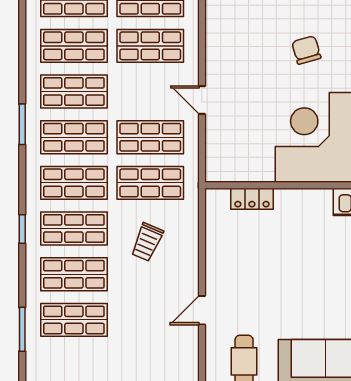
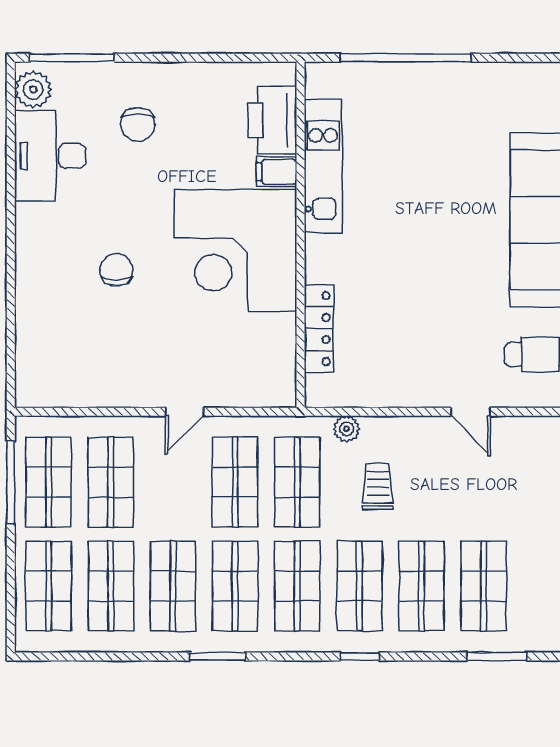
chair: (306, 50) -> (116, 270), turned 106
locker: (252, 199) -> (319, 329), width x1.53
plant: (189, 219) -> (347, 429), added
trolley: (147, 242) -> (378, 487), turned -113

